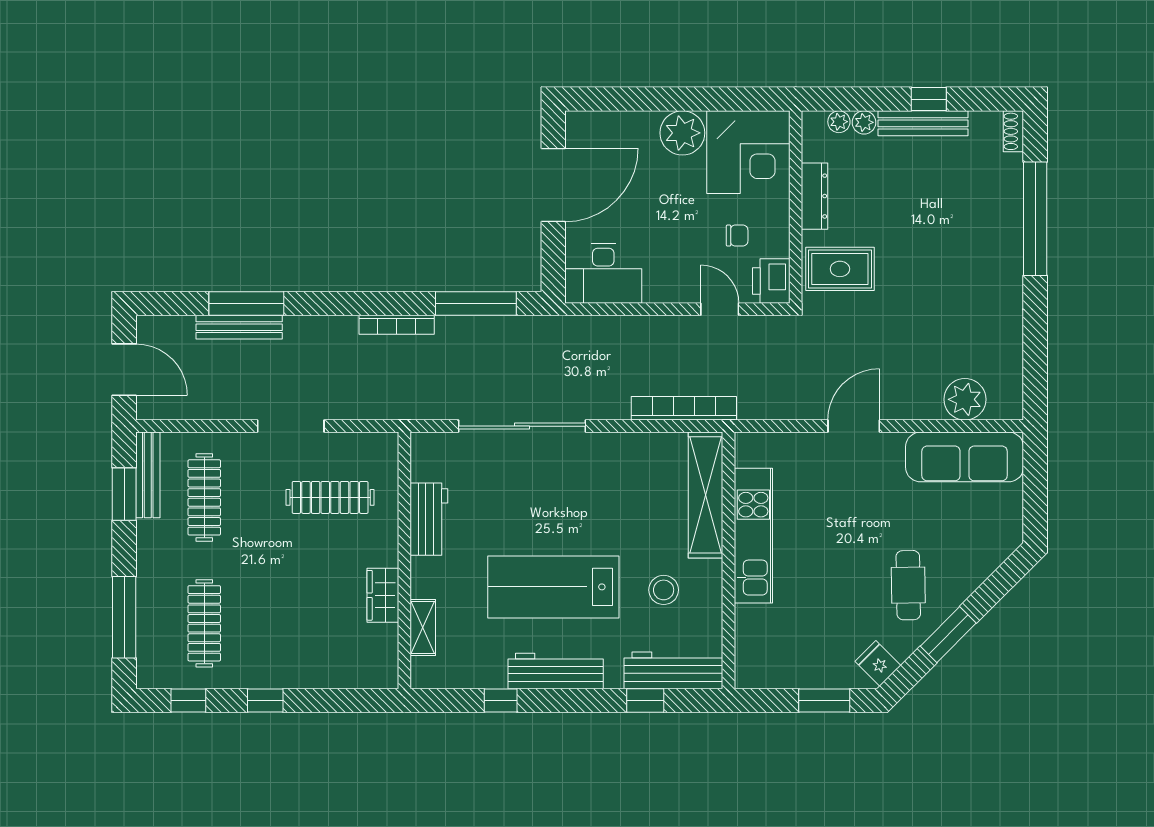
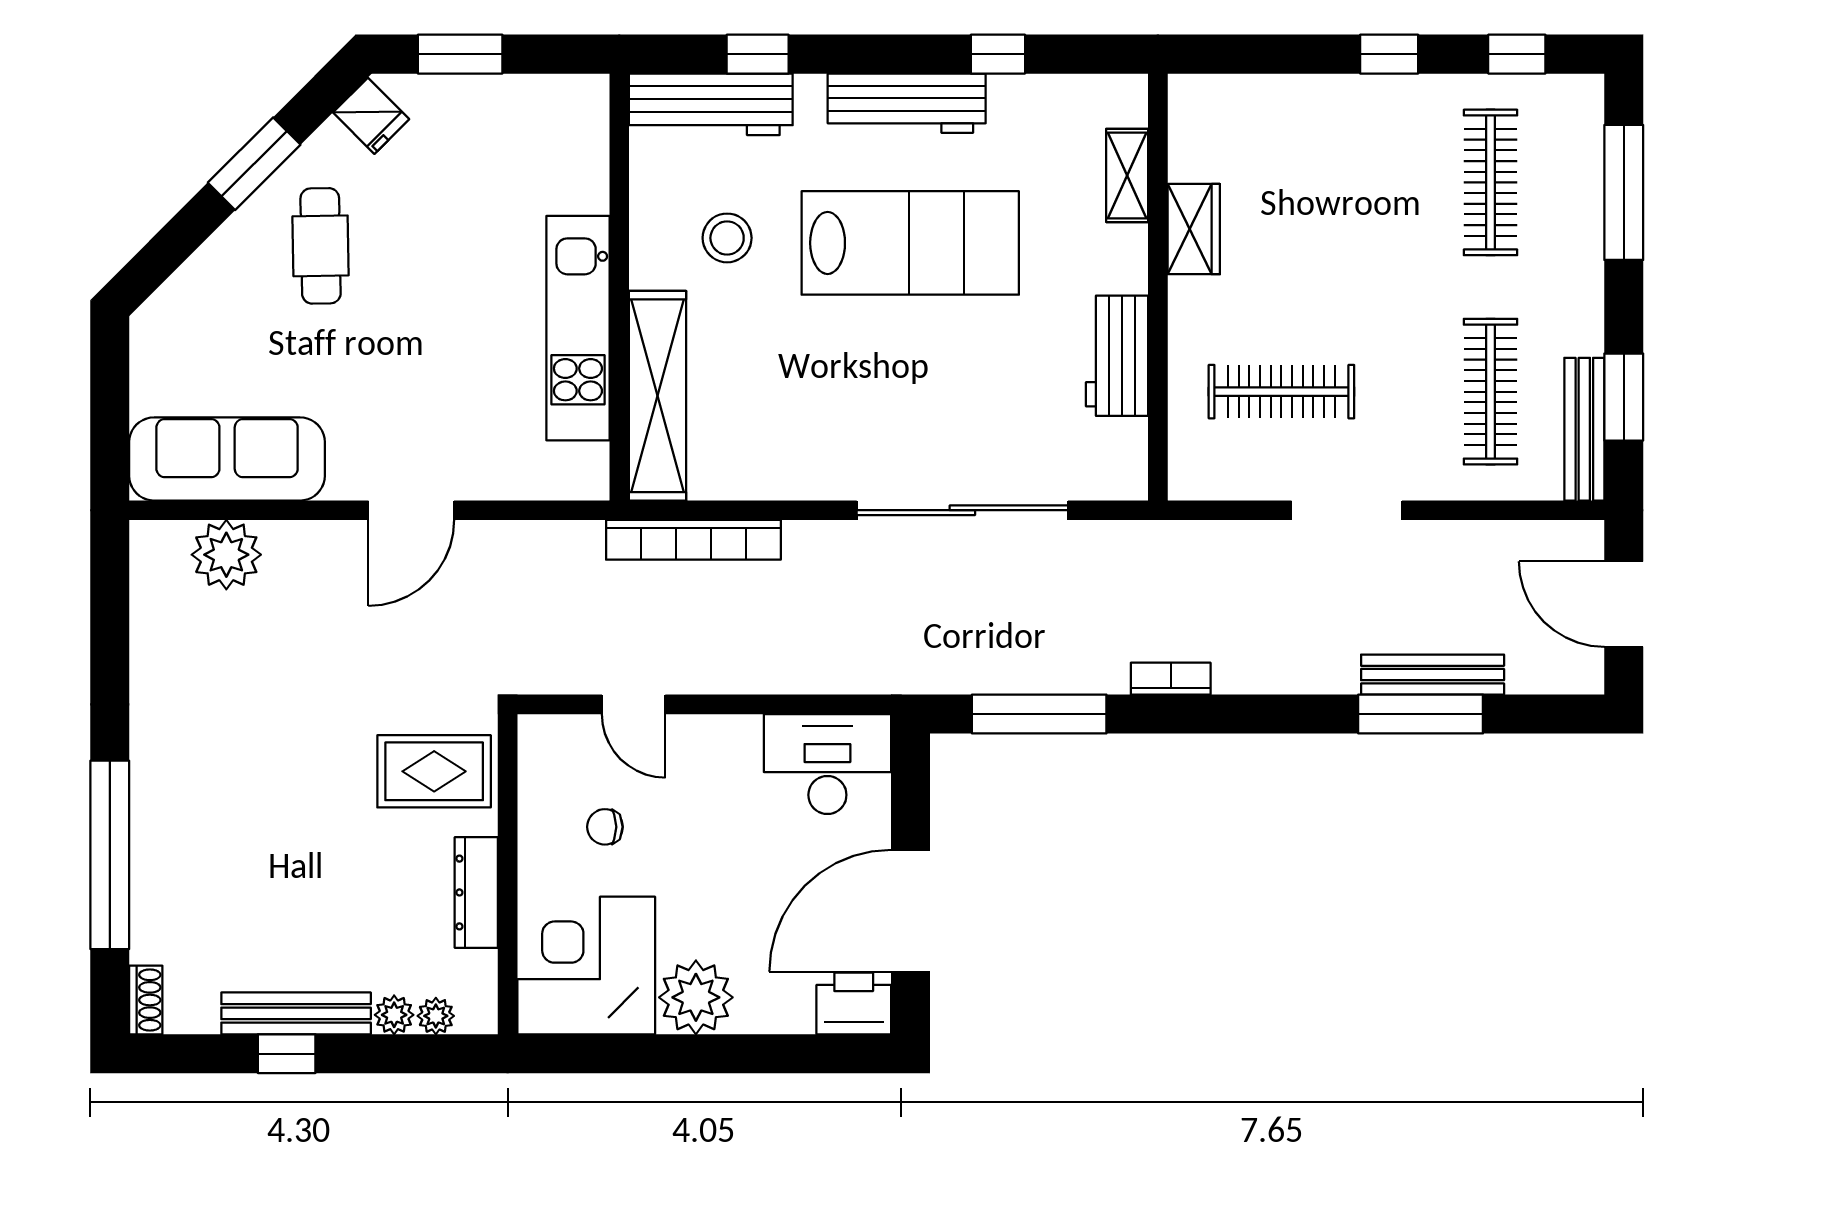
printer: (771, 281) -> (854, 1003), moved, turned -90
bookcase: (397, 325) -> (1171, 679), width x0.64

